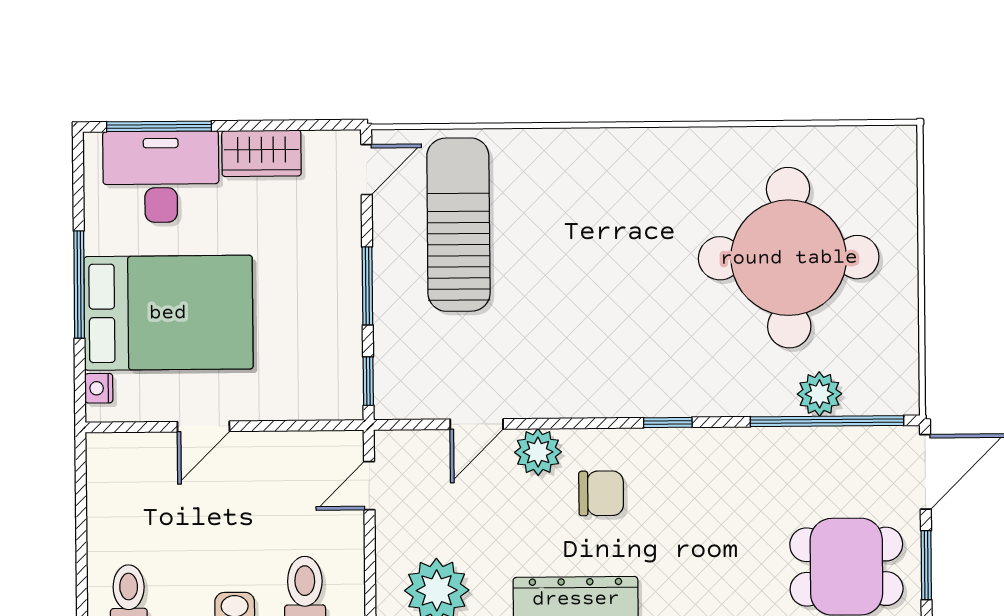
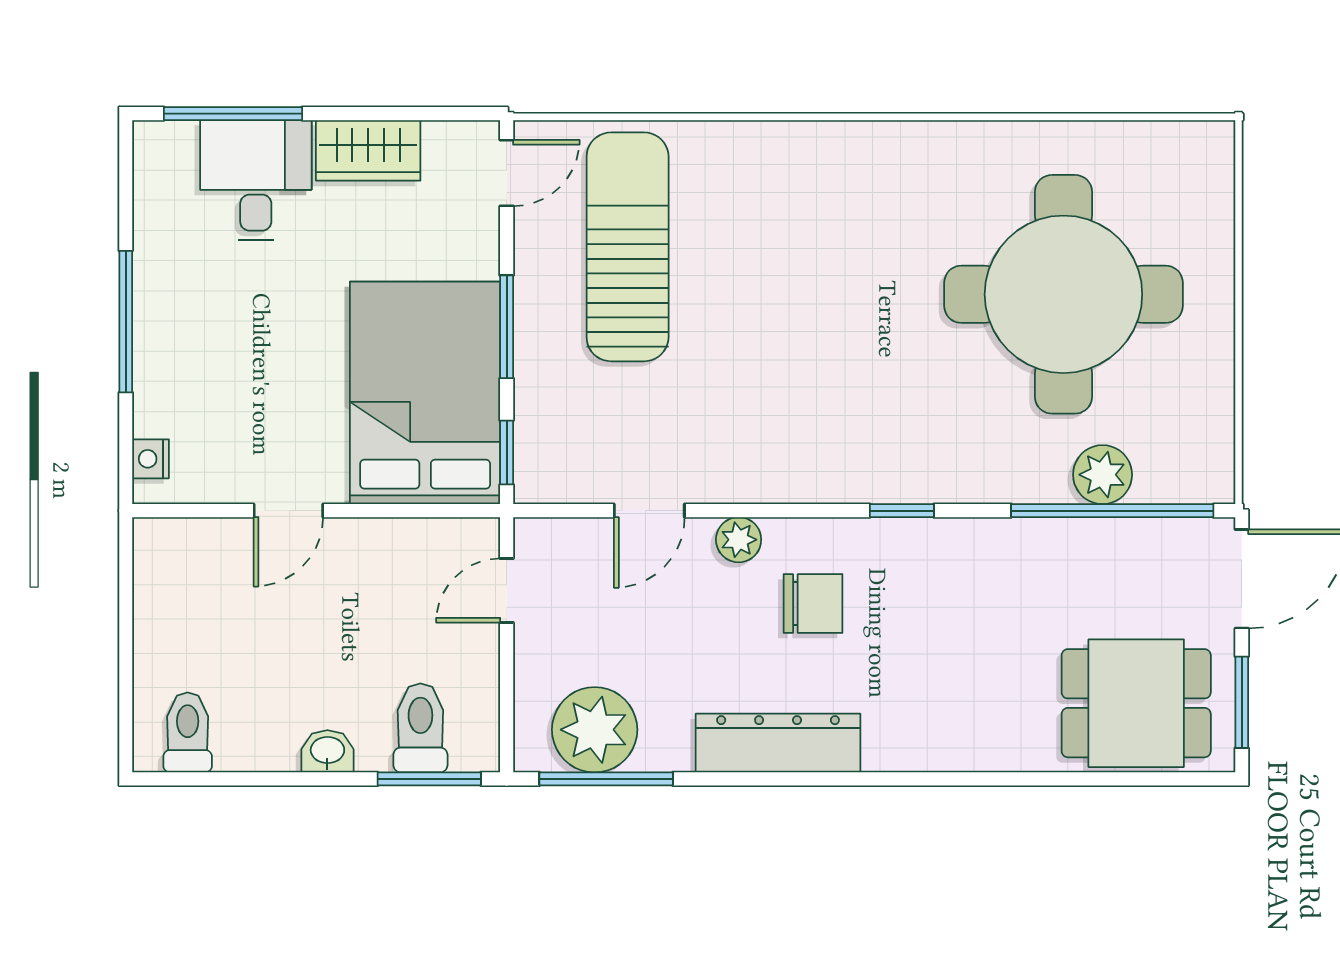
desk: (161, 177) -> (256, 180), width x0.73
bed: (168, 313) -> (425, 393), moved, turned -90
plant: (538, 452) -> (739, 540), width x0.73, depth x0.73

